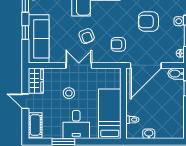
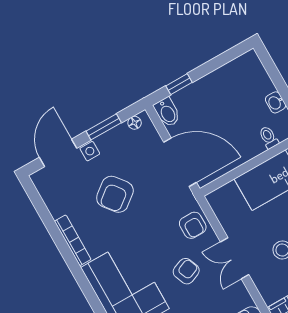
armchair: (148, 22) -> (115, 194), turned 52
armchair: (118, 44) -> (193, 225), moved

